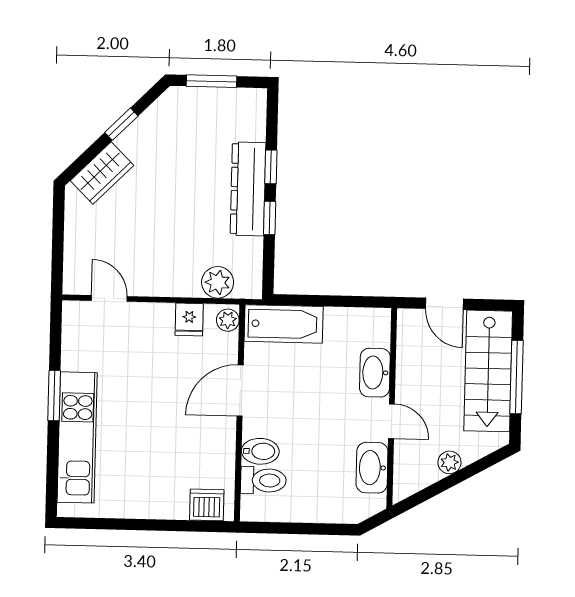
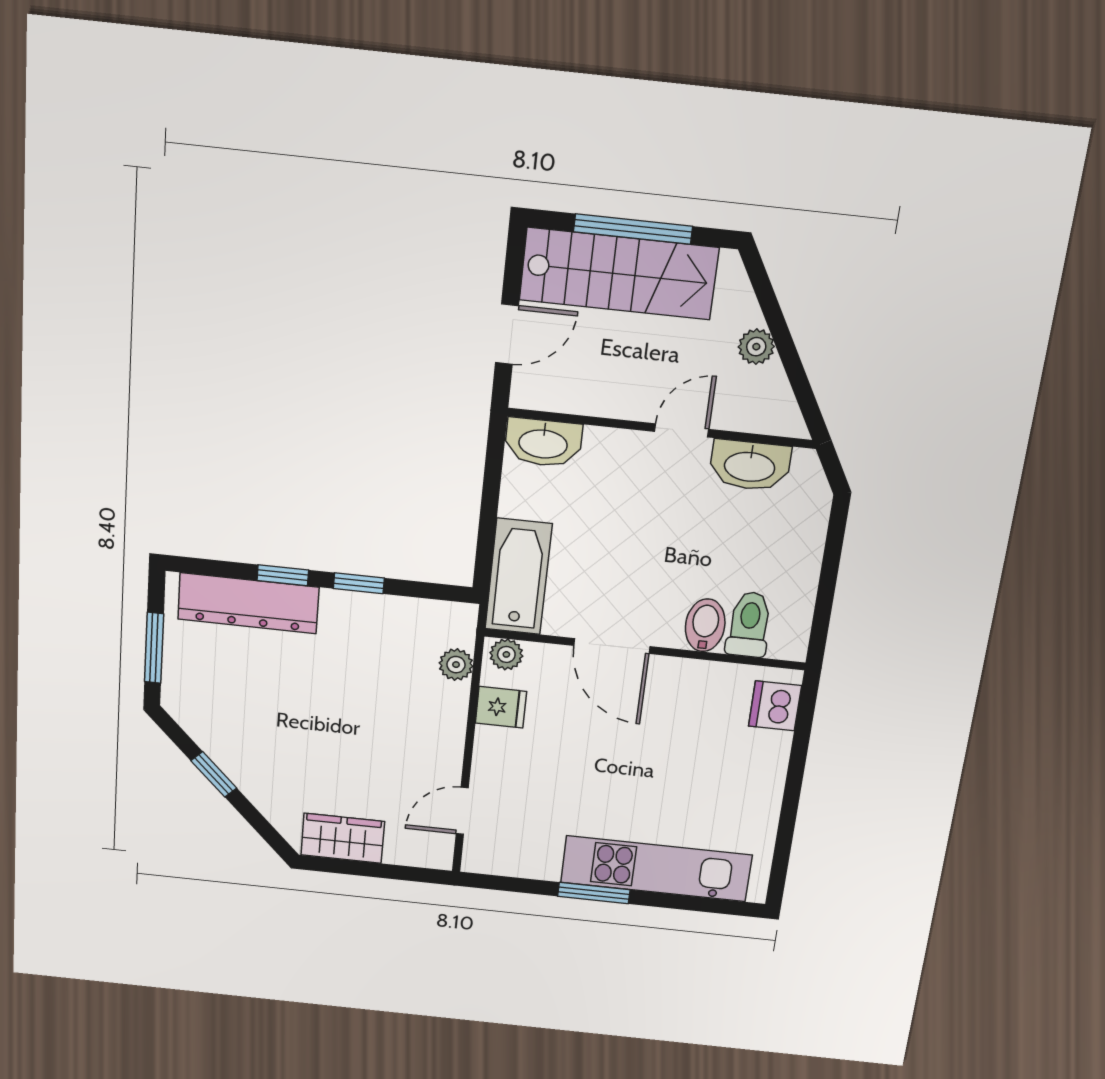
wardrobe: (102, 173) -> (343, 838), moved, turned -45
dresser: (248, 189) -> (248, 603), moved
plant: (218, 282) -> (456, 665), width x0.73, depth x0.73
washbasin: (375, 373) -> (543, 443), moved

